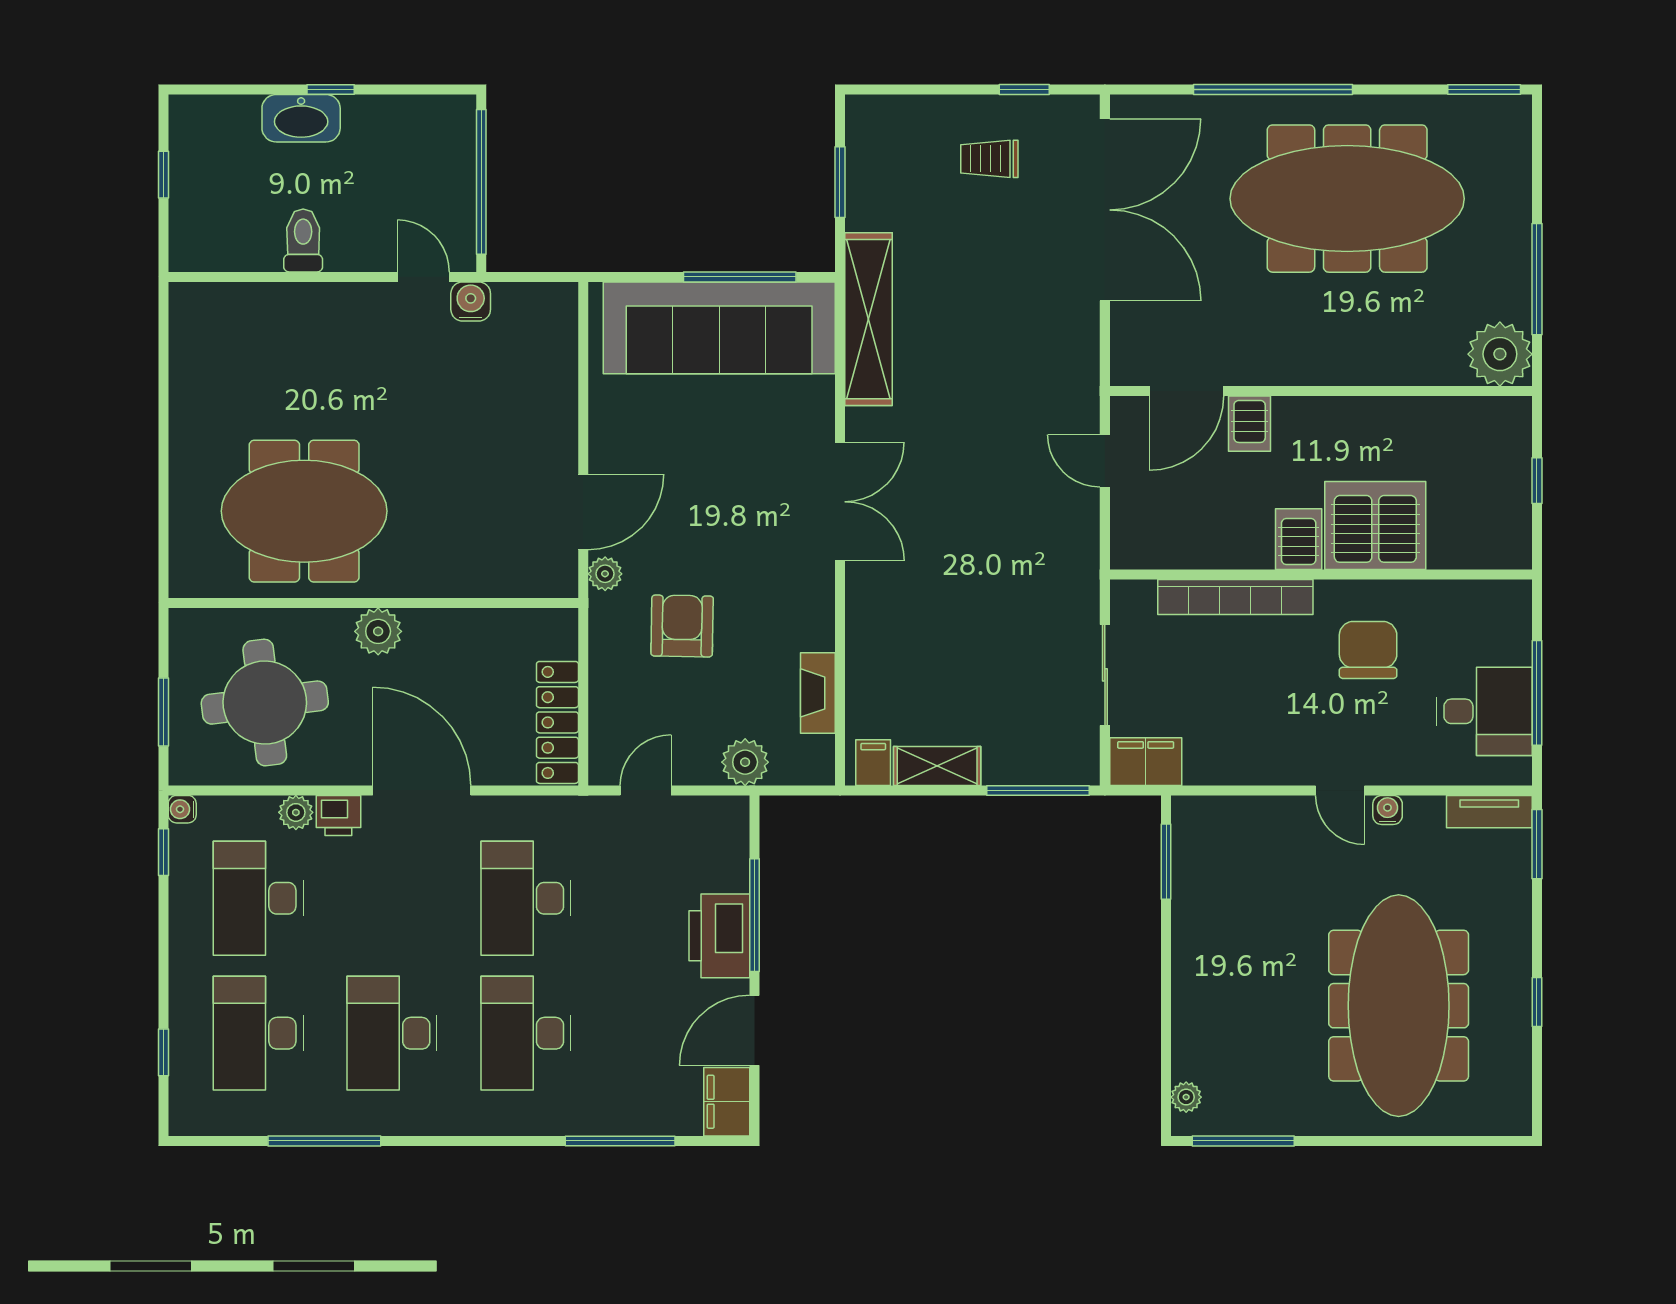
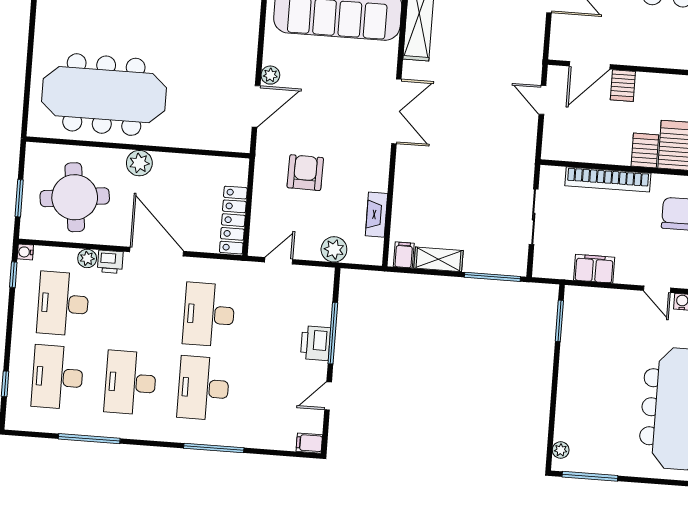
meeting table: (304, 511) -> (104, 95), width x1.36
plant: (605, 574) -> (270, 75), moved
filing cabinet: (1146, 762) -> (594, 269), moved
printer: (719, 936) -> (316, 343), width x0.73, depth x0.84
door: (754, 1030) -> (328, 396), width x0.73
filing cabinet: (727, 1102) -> (309, 443), width x0.50
window: (620, 1141) -> (214, 448), moved

